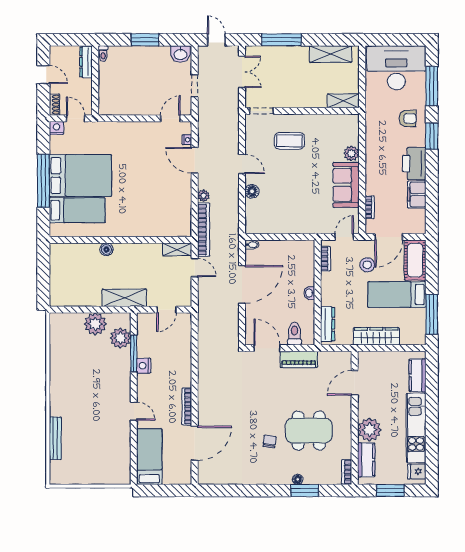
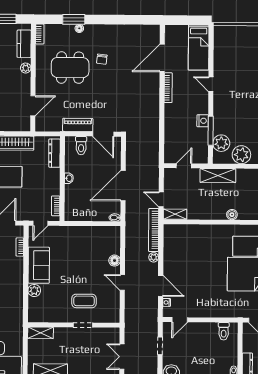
toilet: (116, 104) -> (224, 331), added
doorway: (262, 111) -> (83, 325), moved
stool: (367, 265) -> (22, 201), removed
plant: (369, 430) -> (26, 68), width x0.53, depth x0.53

